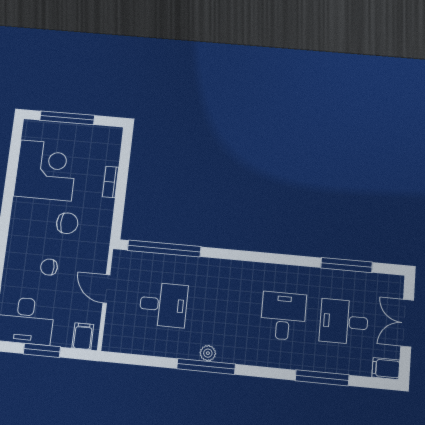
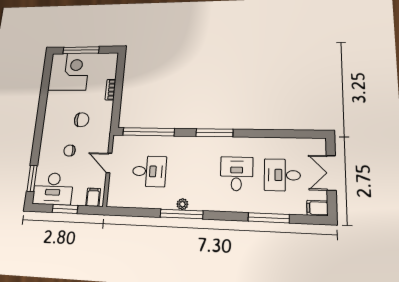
corner desk: (46, 170) -> (69, 72), moved
window: (346, 265) -> (214, 133), moved

